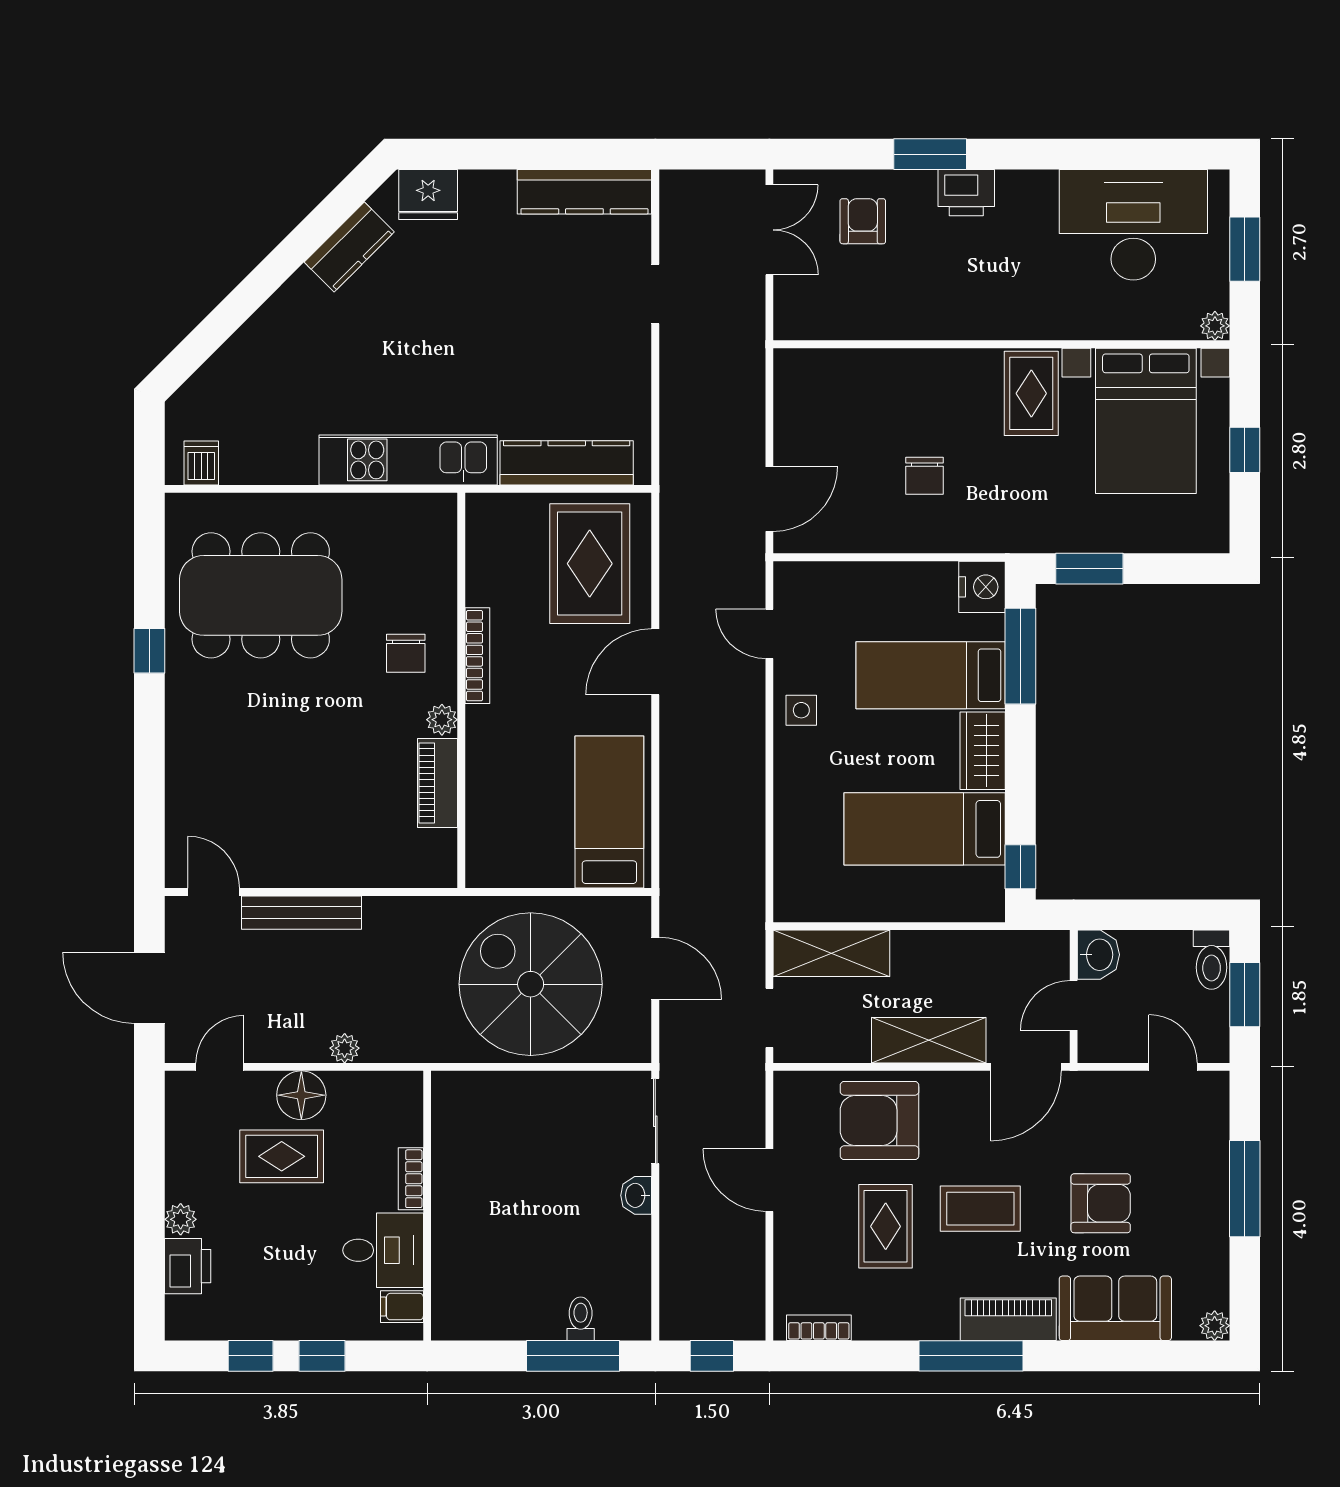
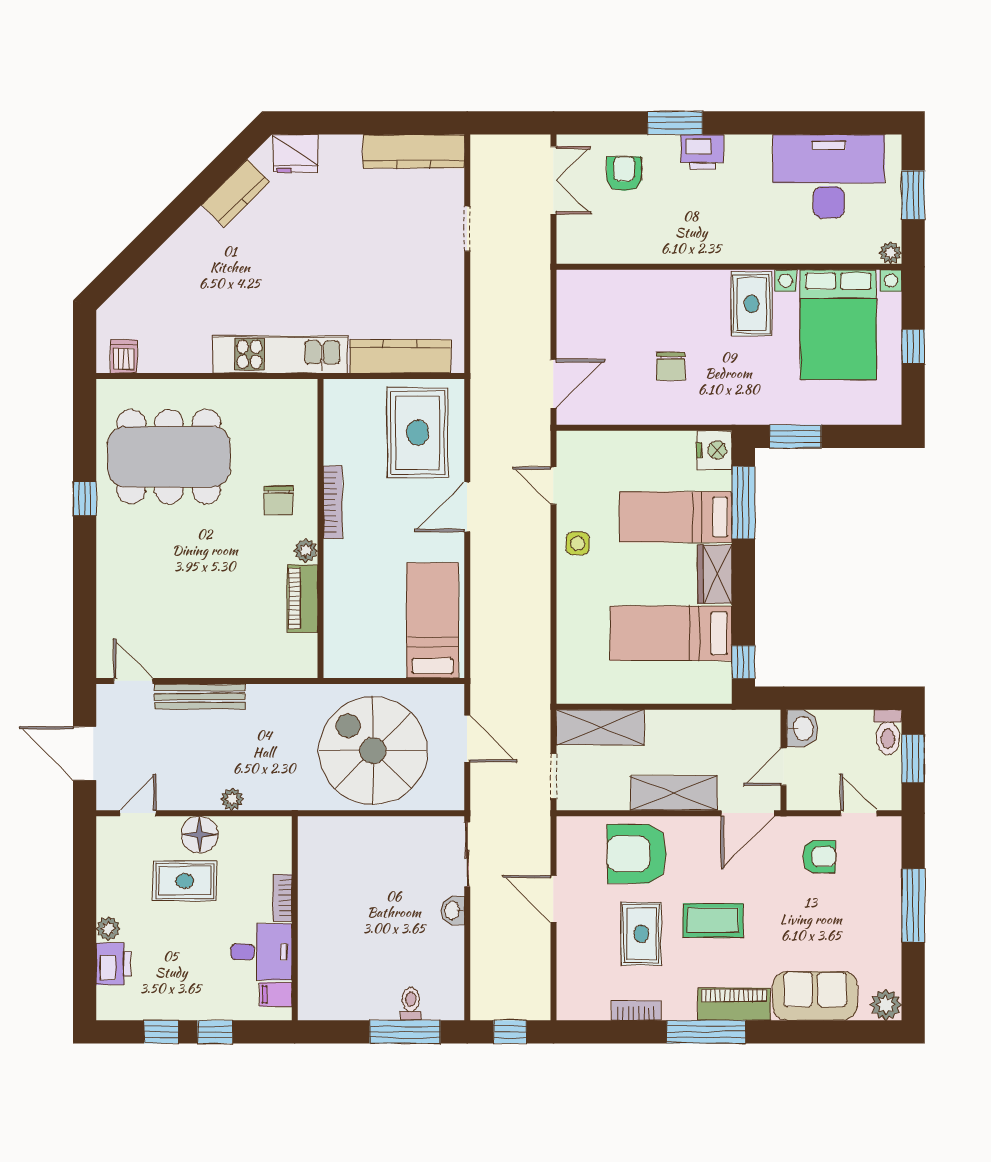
armchair: (1101, 1203) -> (819, 857), moved, width x0.72, depth x0.72
plant: (1215, 1326) -> (886, 1005), width x1.38, depth x1.38
bookcase: (819, 1328) -> (636, 1011), moved

